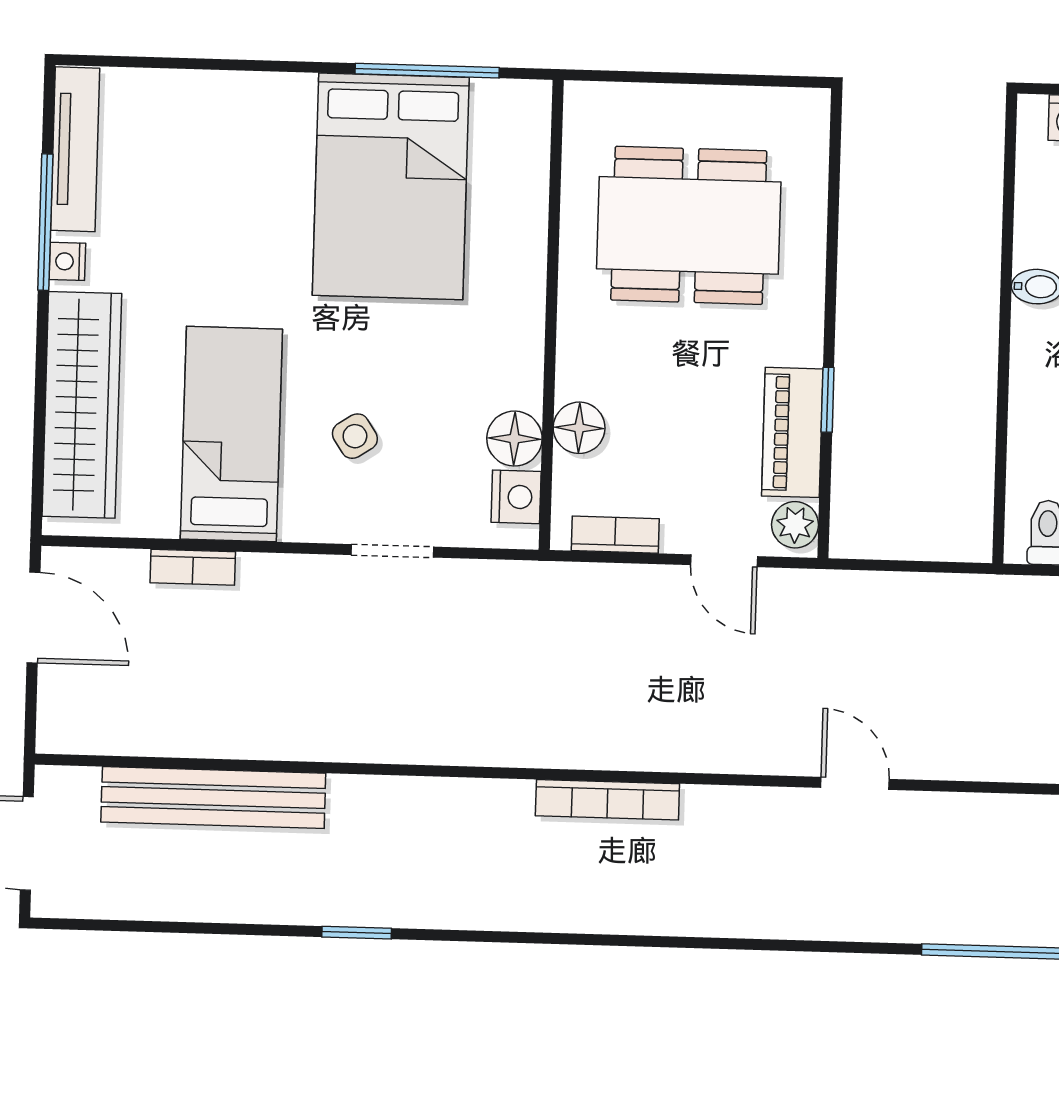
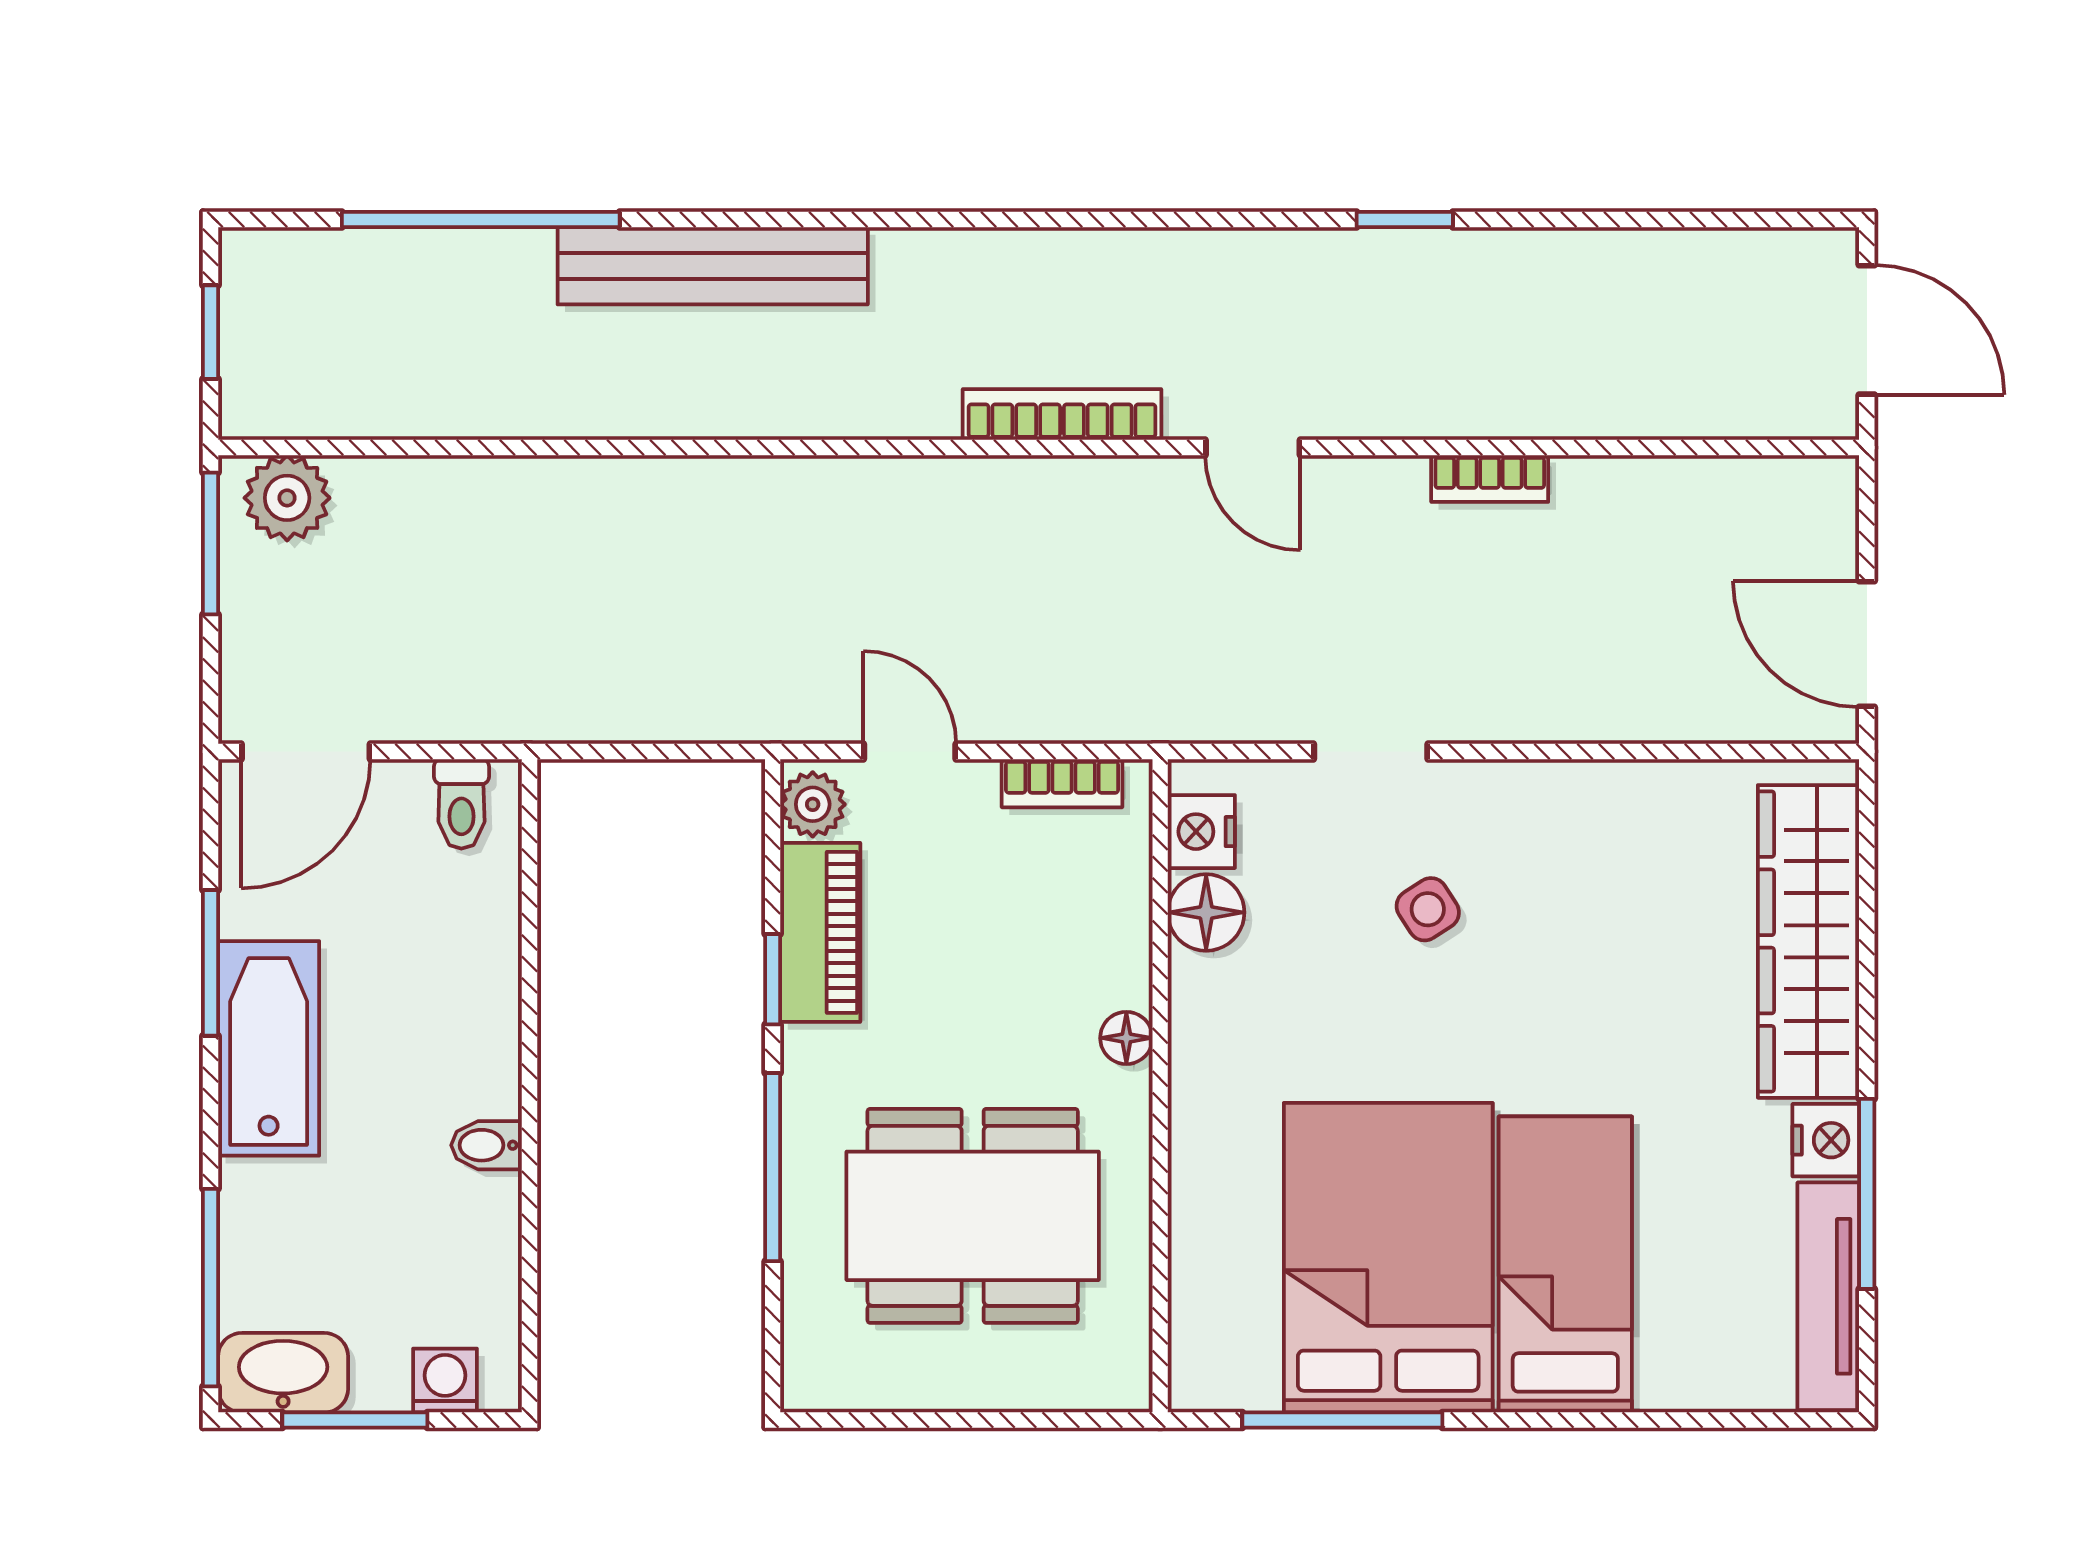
nightstand: (67, 261) -> (1826, 1140), width x1.39, depth x1.35
window: (832, 265) -> (773, 1167), added
floor lamp: (579, 428) -> (1126, 1038), moved, width x0.73, depth x0.73
bed: (231, 434) -> (1565, 1264), moved, turned 180
bookcase: (193, 567) -> (1490, 479), moved, turned 180
door: (855, 783) -> (1253, 448), moved
bench: (213, 798) -> (713, 266), moved

